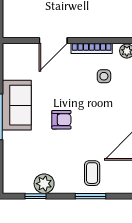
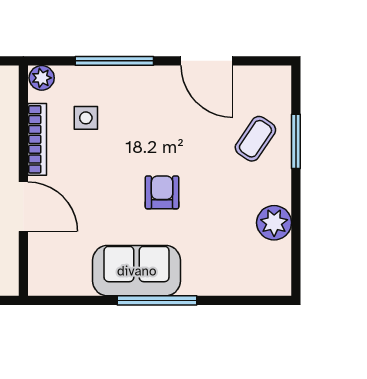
coffee table: (92, 173) -> (255, 139), turned -56
window: (36, 196) -> (296, 238), removed

